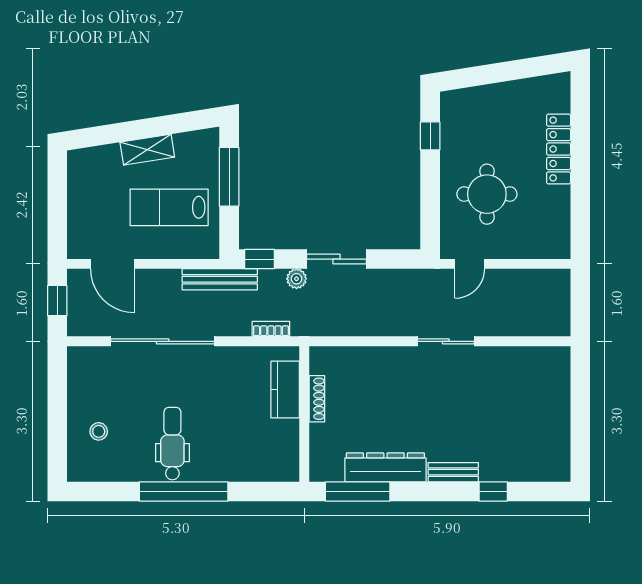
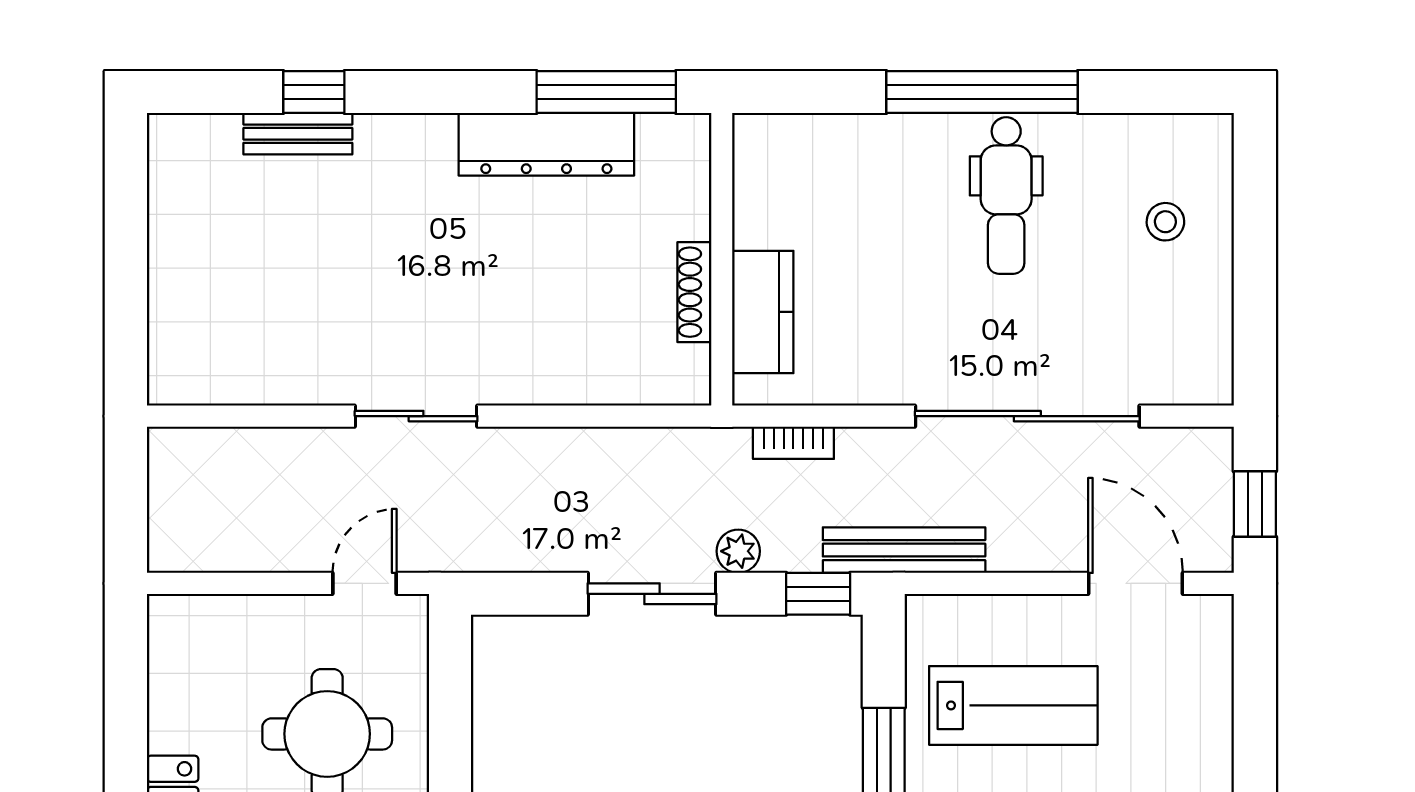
bench: (453, 472) -> (298, 134), moved

